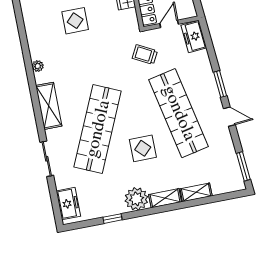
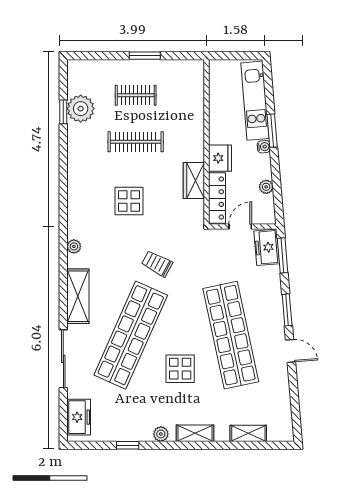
trolley: (145, 55) -> (157, 264), moved
sliding door: (47, 159) -> (63, 359), width x1.37
window: (243, 166) -> (283, 255), moved
shelving: (196, 192) -> (248, 433), moved
plant: (136, 199) -> (161, 434), width x0.53, depth x0.53

